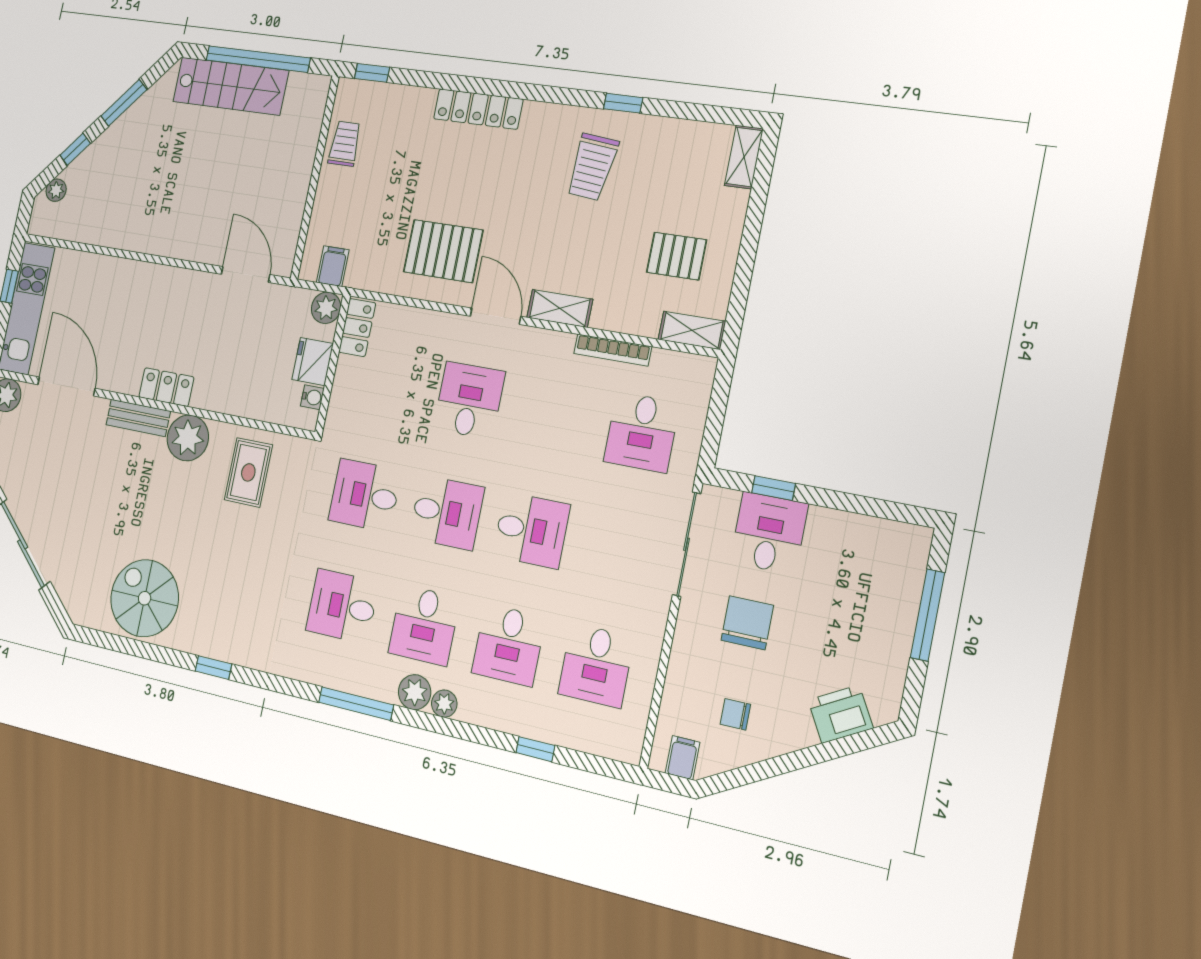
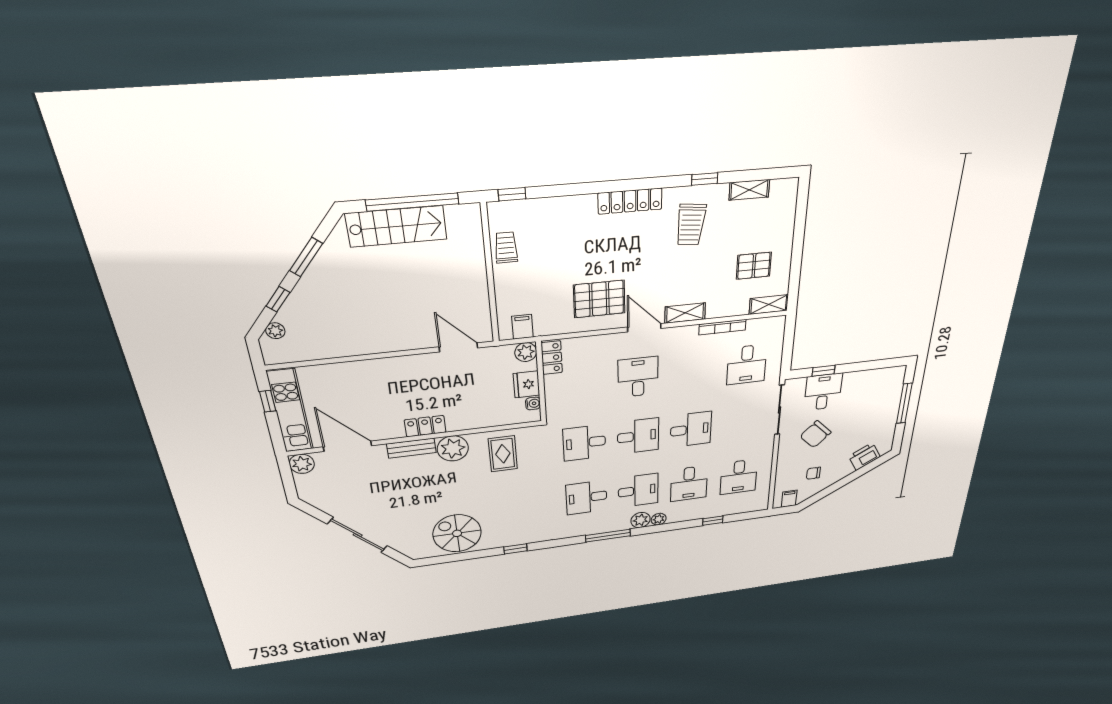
locker: (478, 109) -> (630, 201), moved
shelving: (744, 157) -> (749, 190), moved, turned 90
chair: (747, 623) -> (815, 434), turned -135
desk: (424, 625) -> (638, 491), turned -90

